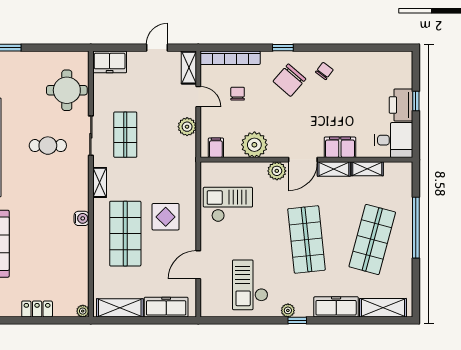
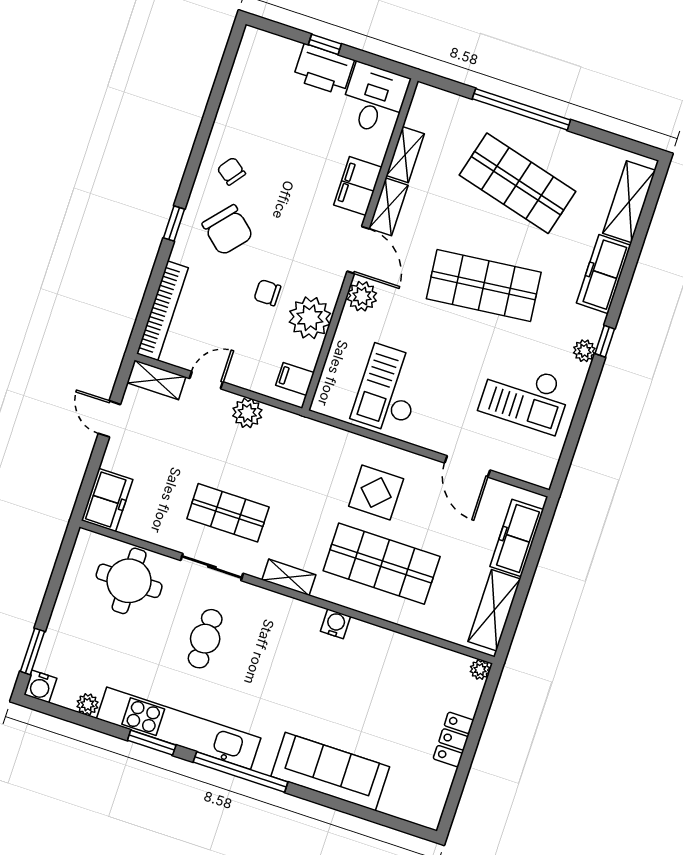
chair: (238, 94) -> (267, 293), moved

